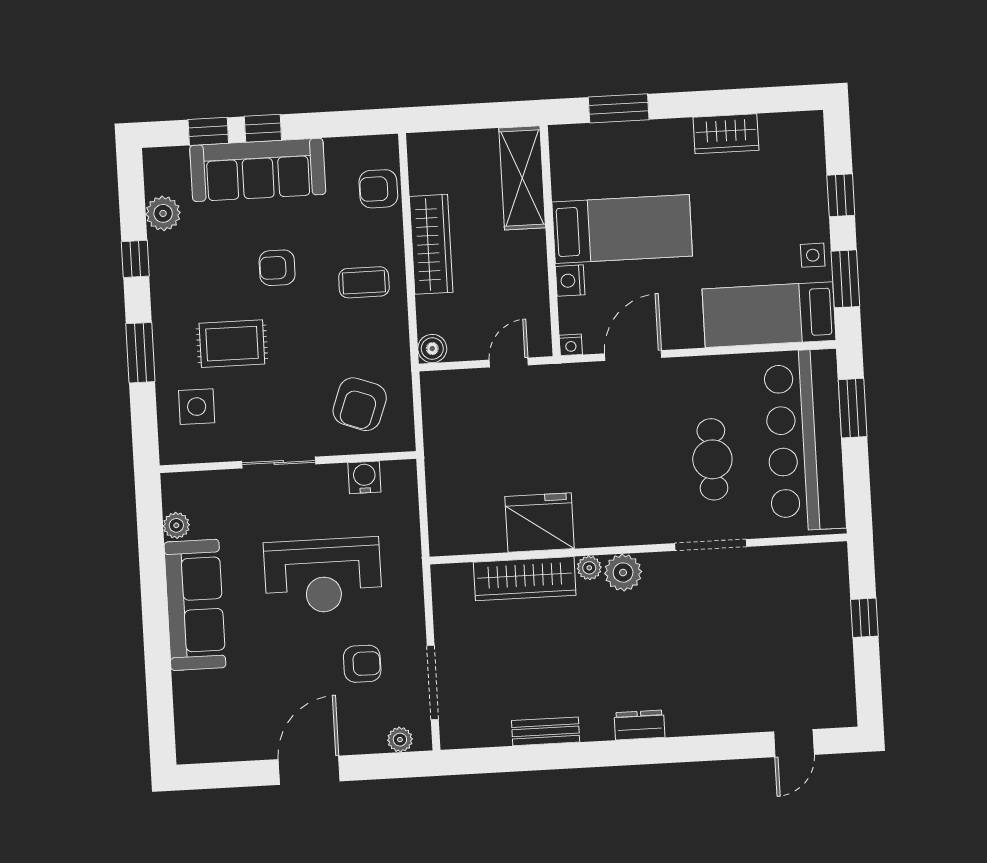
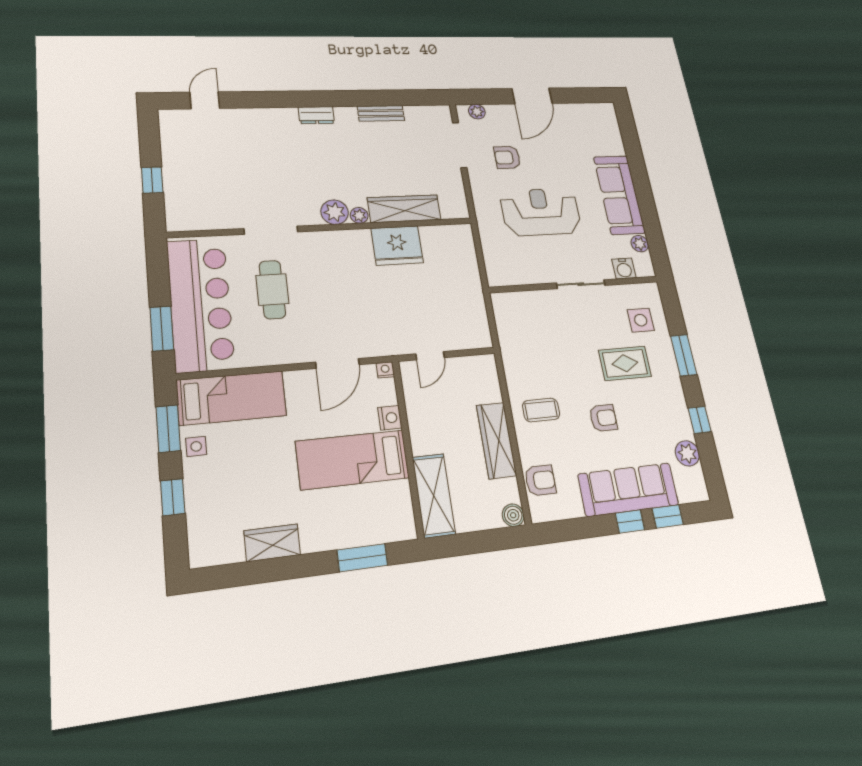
boiler: (432, 349) -> (513, 515), moved
armchair: (360, 404) -> (532, 324), removed
water cooler: (364, 477) -> (624, 269), moved

